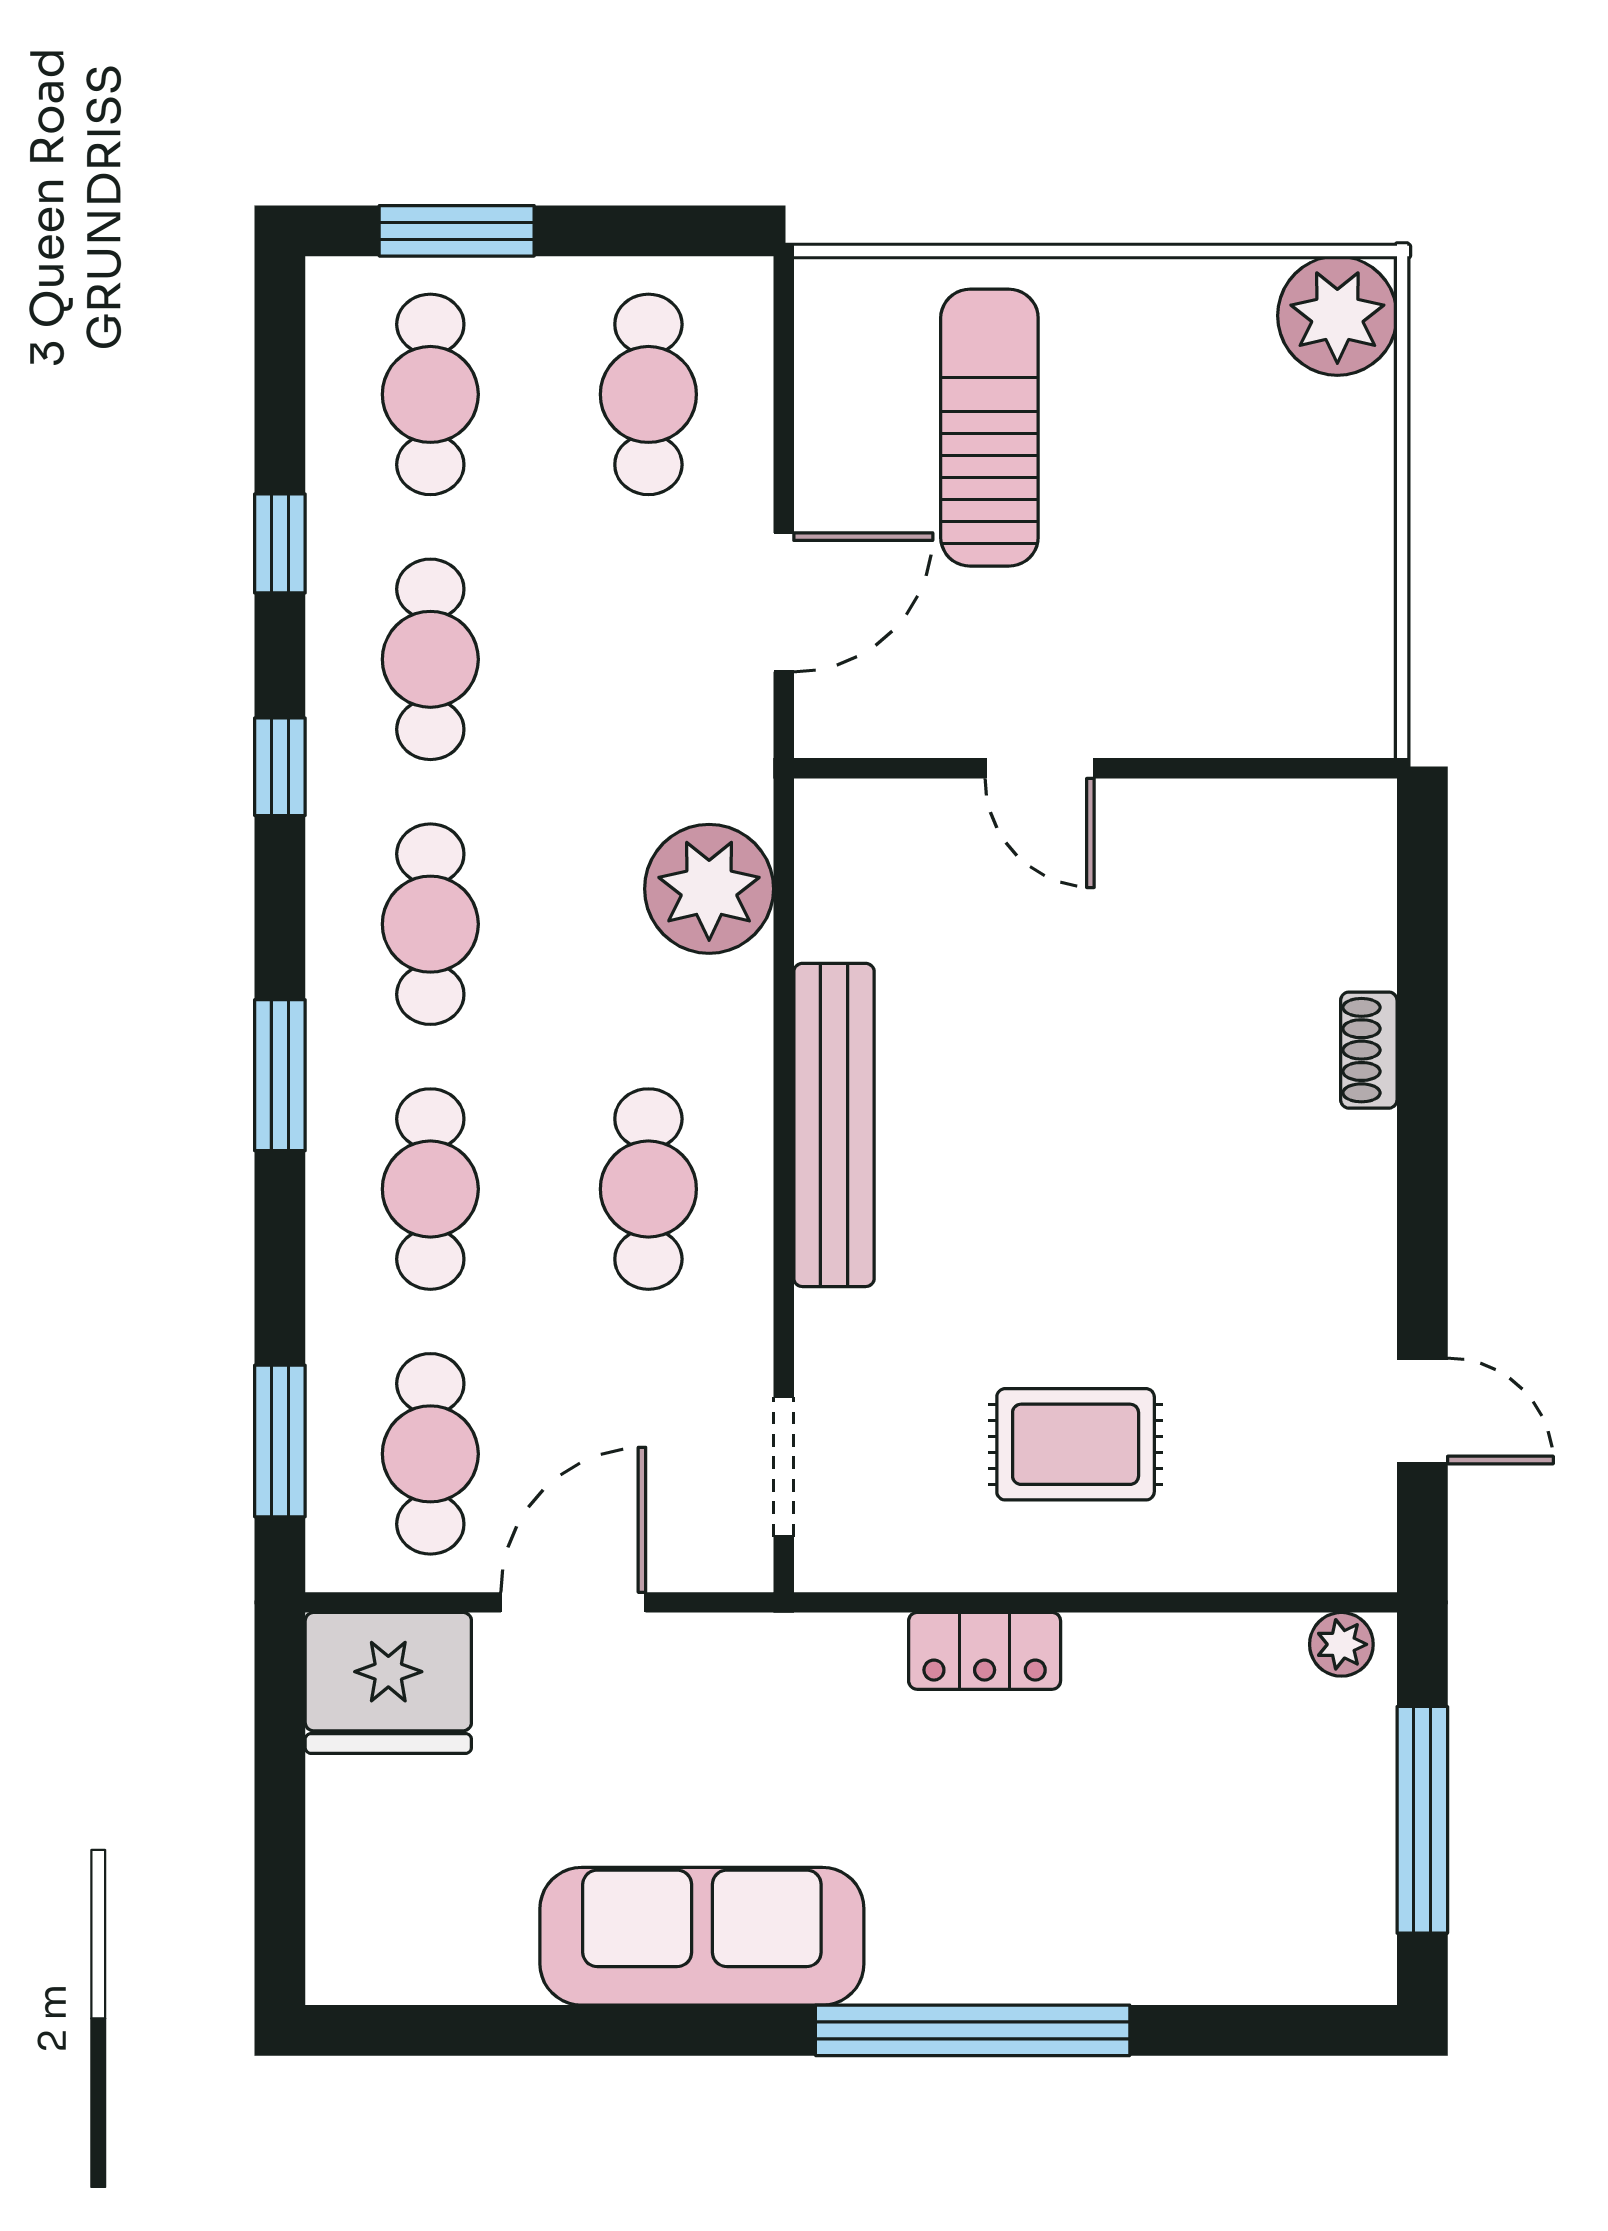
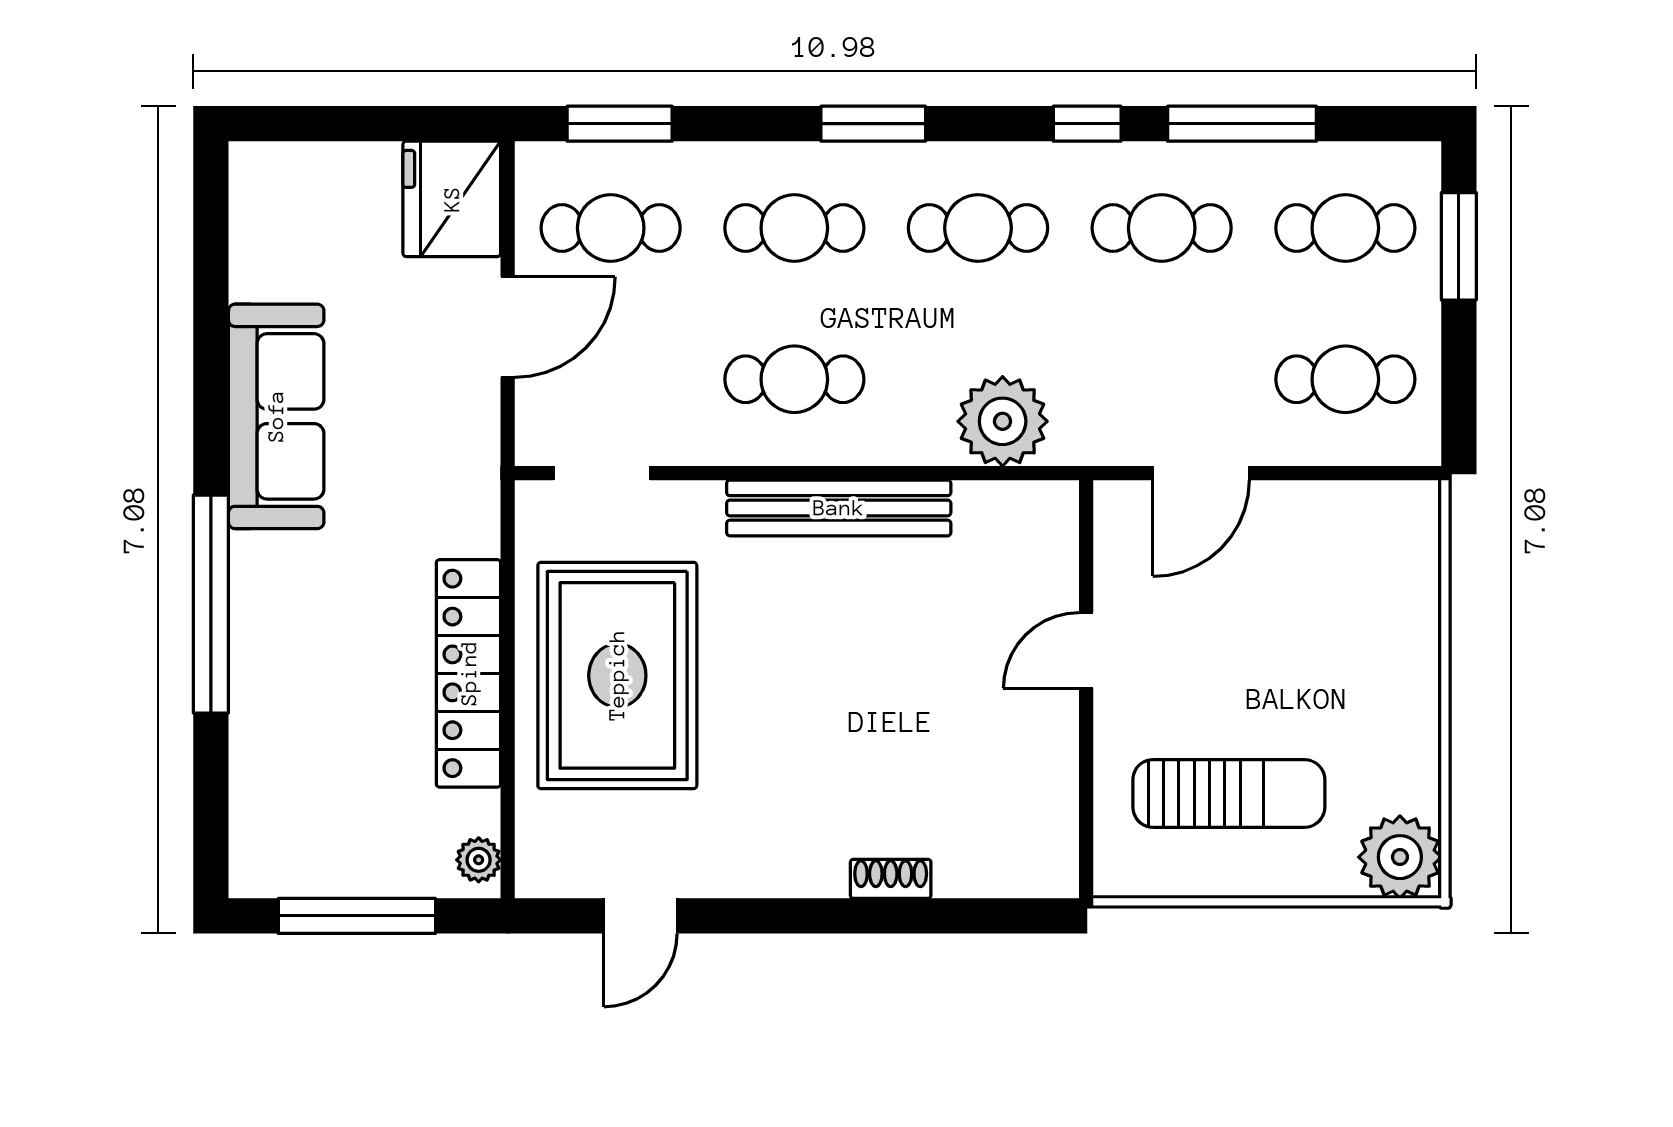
sun lounger: (989, 428) -> (1229, 793), moved
window: (280, 543) -> (1242, 124), width x2.17
door: (784, 602) -> (1201, 473), hinge flipped
rug: (1076, 1444) -> (617, 675), width x1.86, depth x2.06
door: (573, 1602) -> (508, 327), hinge flipped
locker: (985, 1651) -> (469, 673), width x2.16, depth x1.21

